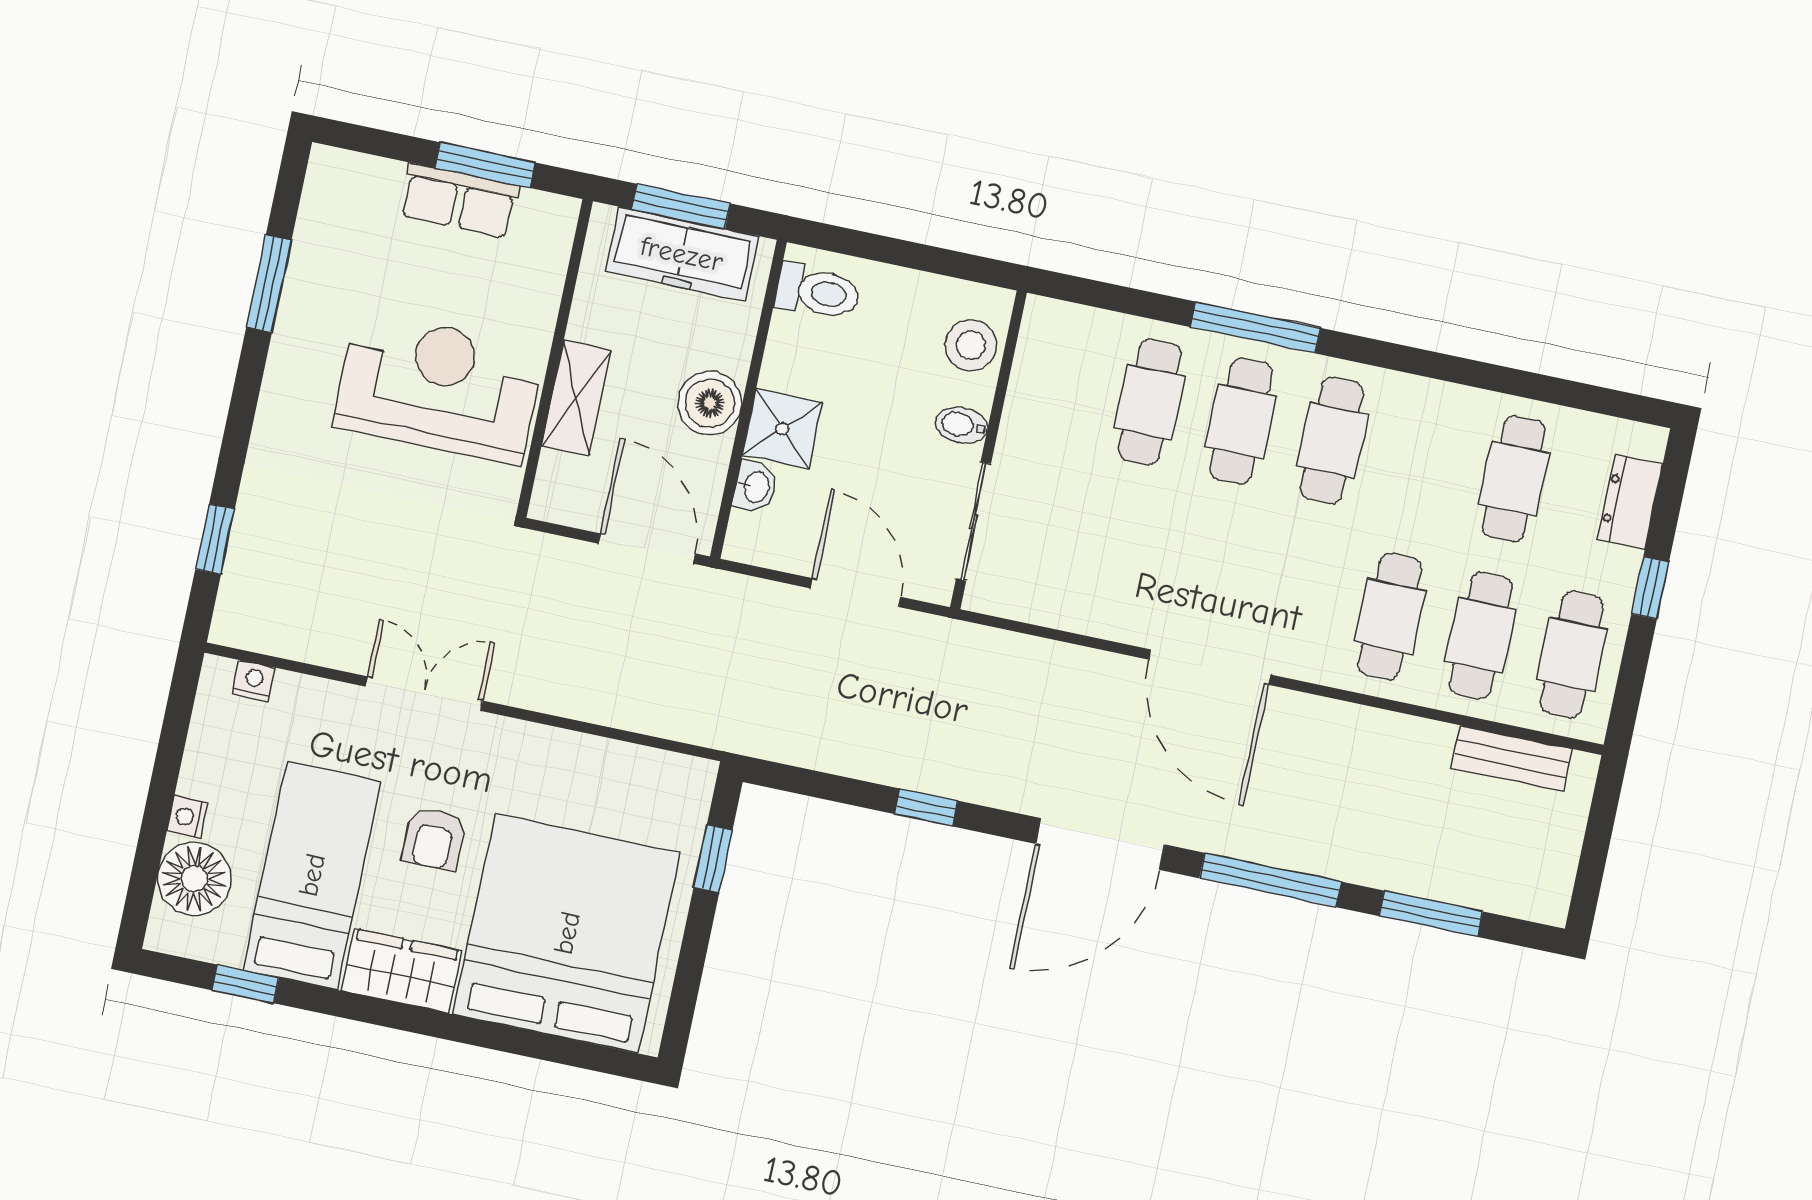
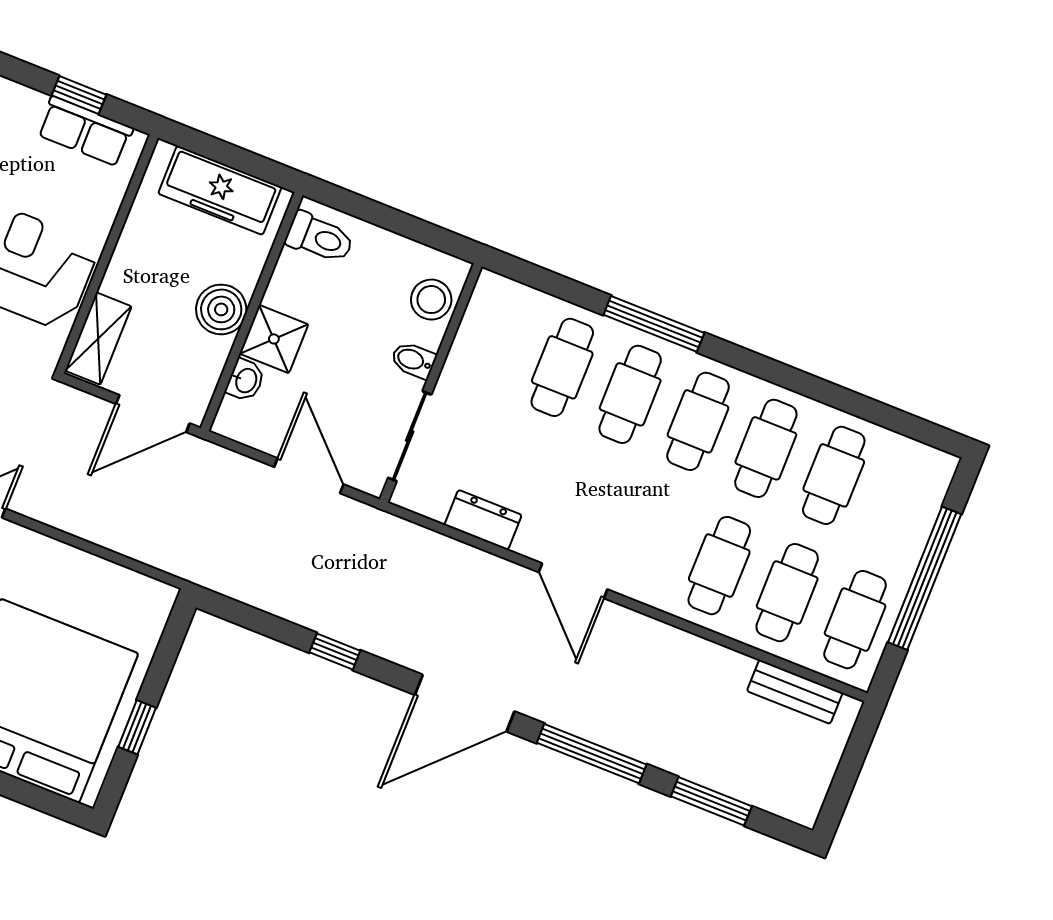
window: (485, 165) -> (79, 95), width x0.67
row of seats: (459, 201) -> (85, 131), moved
window: (681, 206) -> (225, 153), removed
shelving: (576, 398) -> (98, 339), moved
cafe table: (1423, 459) -> (766, 448), added
dresser: (1630, 502) -> (483, 520), moved, turned 90
door: (647, 549) -> (153, 414), swing flipped
window: (1650, 588) -> (925, 578), width x3.17
door: (1210, 667) -> (573, 581), width x0.73
window: (713, 859) -> (137, 727), moved

